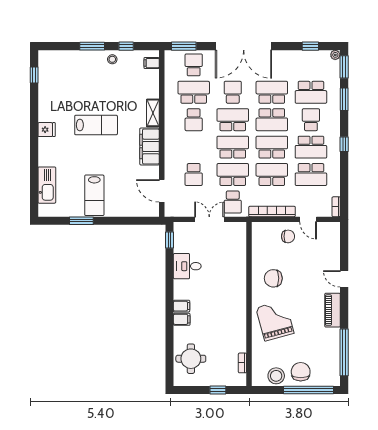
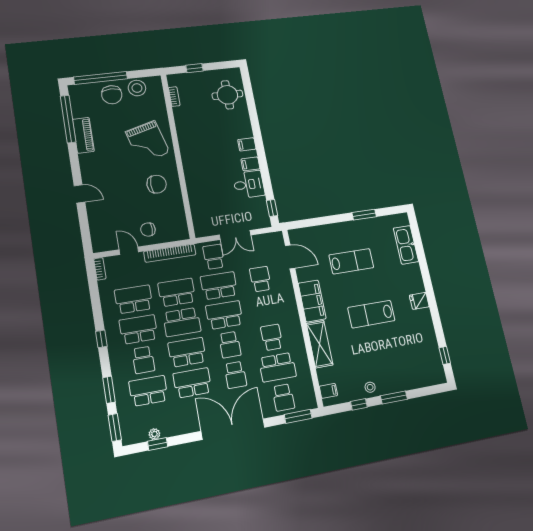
plant: (335, 55) -> (154, 434), moved
school desk: (272, 92) -> (192, 383), turned 180
shelving: (153, 113) -> (320, 344), width x1.50, depth x1.33
school desk: (233, 120) -> (230, 345), width x0.54
school desk: (233, 147) -> (224, 315), turned 180
school desk: (233, 175) -> (219, 286), turned 180
school desk: (272, 175) -> (177, 292), turned 180
lab bench: (94, 195) -> (351, 261), moved, turned 90
piano: (333, 310) -> (83, 135), moved
filing cabinet: (182, 319) -> (250, 164), moved

